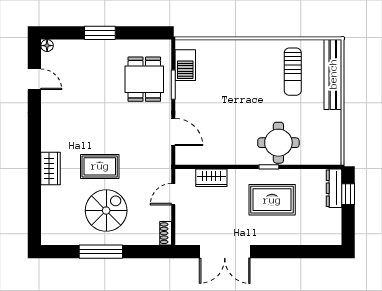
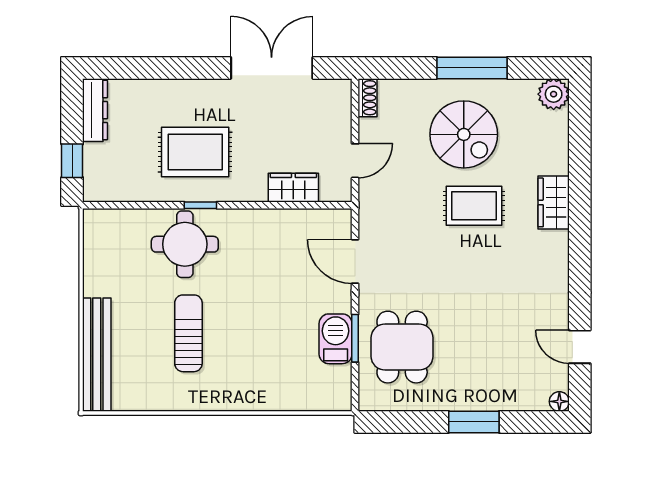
barbecue: (185, 65) -> (336, 339), moved
sun lounger: (293, 72) -> (188, 333), moved
dresser: (334, 188) -> (95, 110), moved
spiral stairs: (106, 211) -> (464, 134), turned -90
plant: (51, 235) -> (554, 94), added

